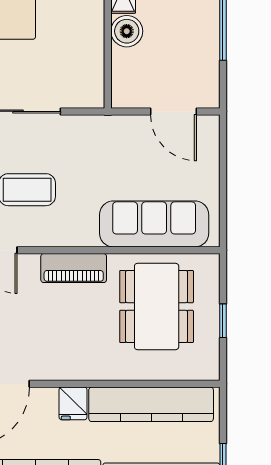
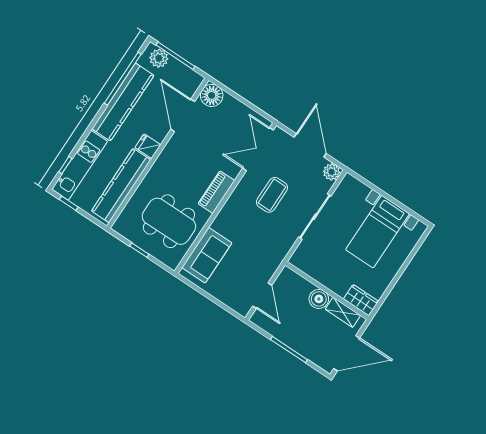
door: (174, 111) -> (262, 296), swing flipped
sofa: (154, 224) -> (207, 255), width x0.73

